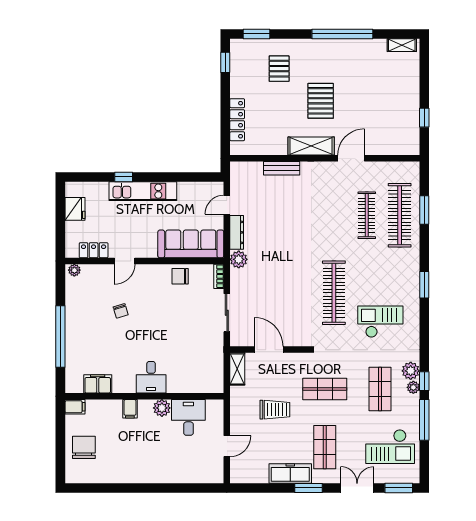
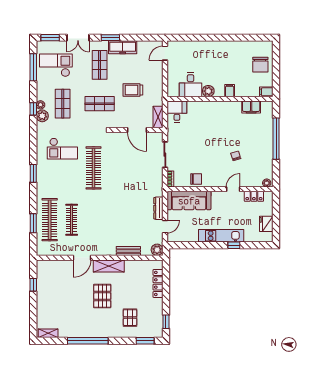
plant: (239, 259) -> (157, 250), moved
desk: (151, 377) -> (177, 112), moved
window: (424, 420) -> (33, 67), moved
door: (227, 446) -> (165, 53), moved

